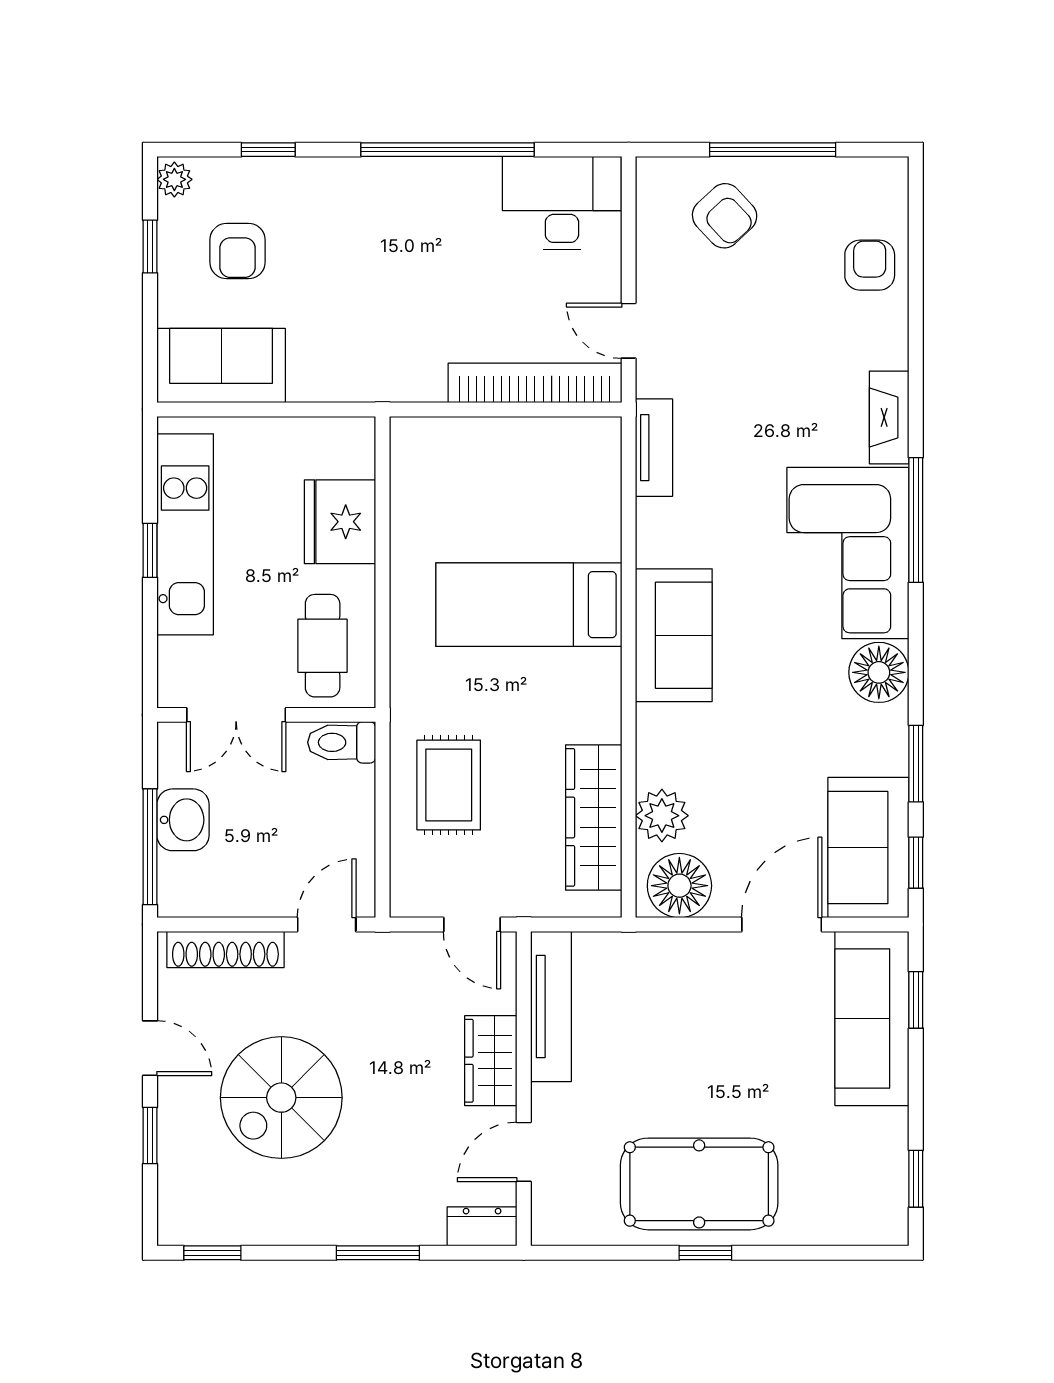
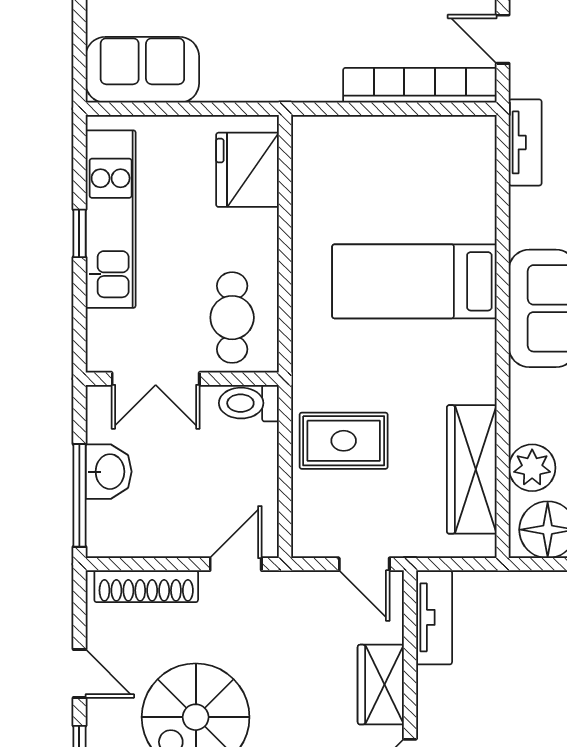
fridge: (340, 522) -> (248, 170), moved
rug: (449, 785) -> (344, 441), turned 90
tv unit: (551, 1006) -> (434, 617), width x0.71

